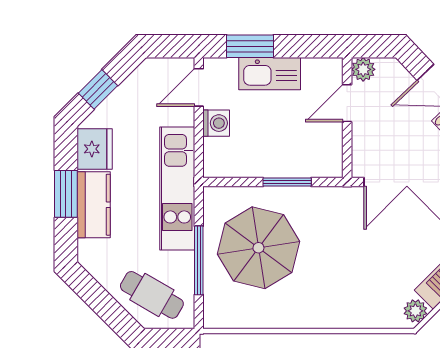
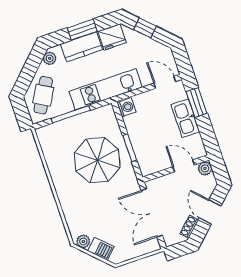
washing machine: (216, 123) -> (126, 107), moved, turned -90
parasol: (258, 248) -> (97, 160), moved
plant: (95, 264) -> (50, 58), added

